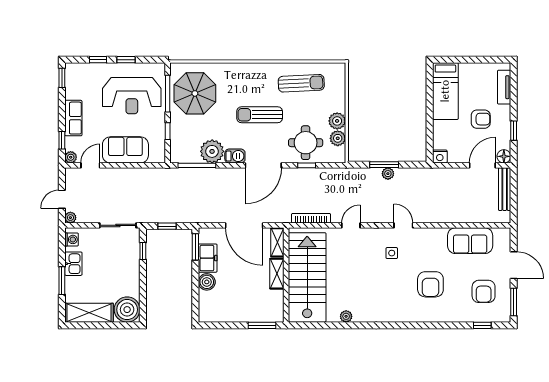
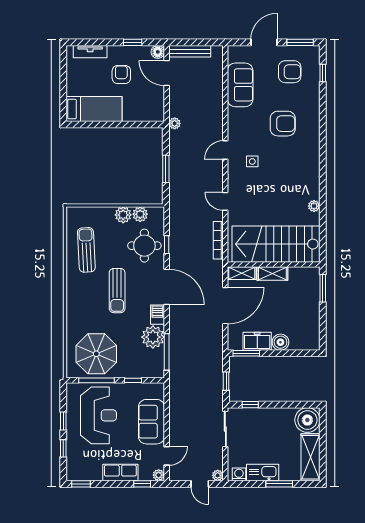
nightstand: (440, 157) -> (158, 114), removed
door: (90, 165) -> (167, 456), swing flipped
plant: (388, 174) -> (175, 123), moved
kitchen sink: (73, 264) -> (263, 473), width x1.38

